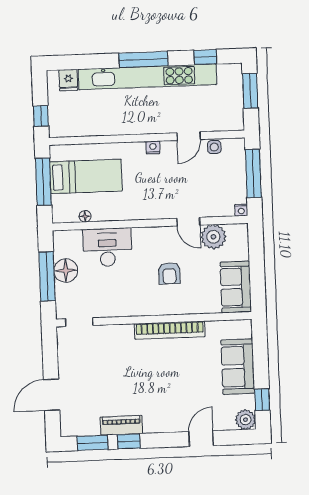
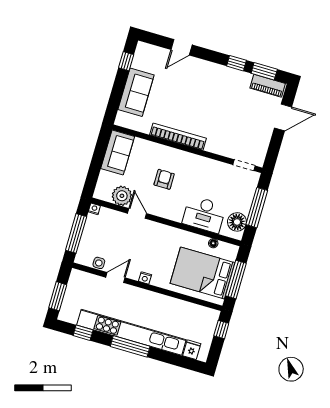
bed: (86, 176) -> (203, 273), width x1.50
floor lamp: (66, 270) -> (237, 222), moved
plant: (246, 420) -> (143, 50), removed
piano: (121, 425) -> (268, 86), moved

